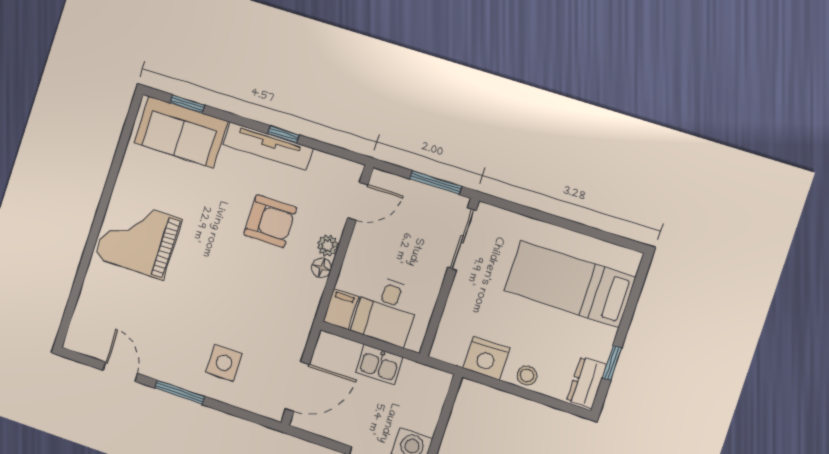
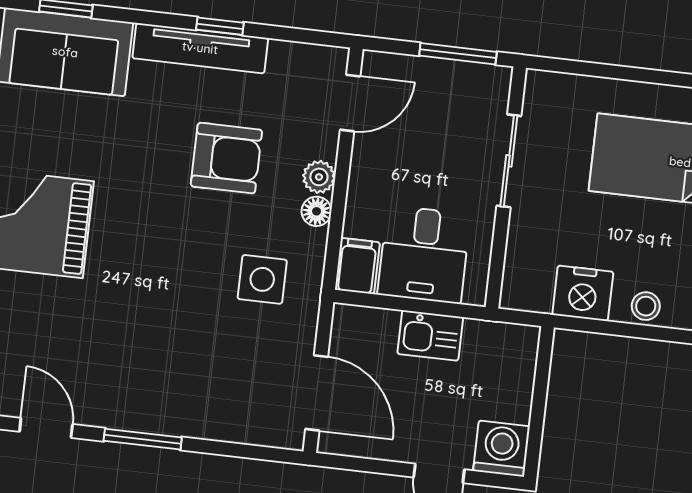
sliding door: (462, 239) -> (509, 161), moved
side table: (224, 363) -> (262, 279), moved
door: (297, 386) -> (317, 393), hinge flipped

